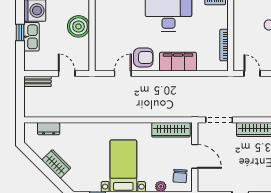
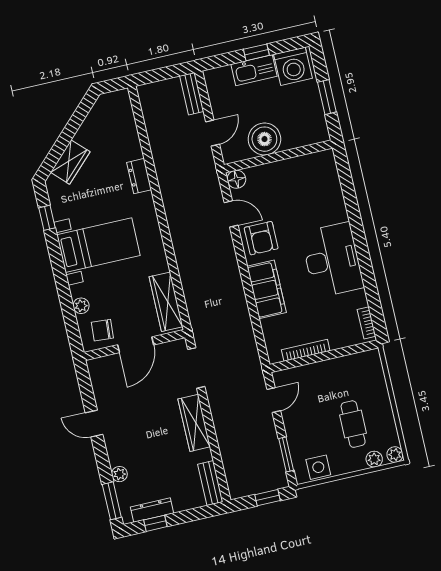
boiler: (78, 26) -> (264, 139), moved
floor lamp: (101, 65) -> (236, 179), added
dresser: (49, 129) -> (139, 176), moved
wardrobe: (56, 164) -> (70, 162), moved

